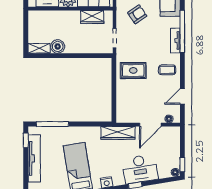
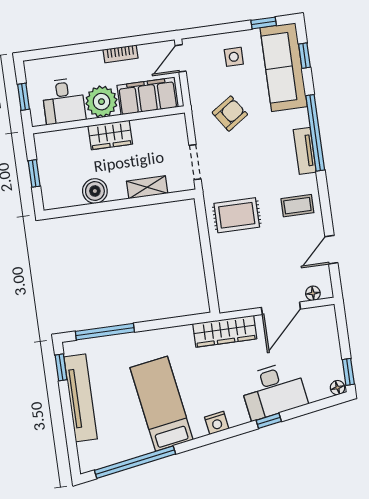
wardrobe: (92, 17) -> (110, 135), moved
window: (26, 32) -> (34, 173), added
shelving: (39, 48) -> (147, 187), moved

